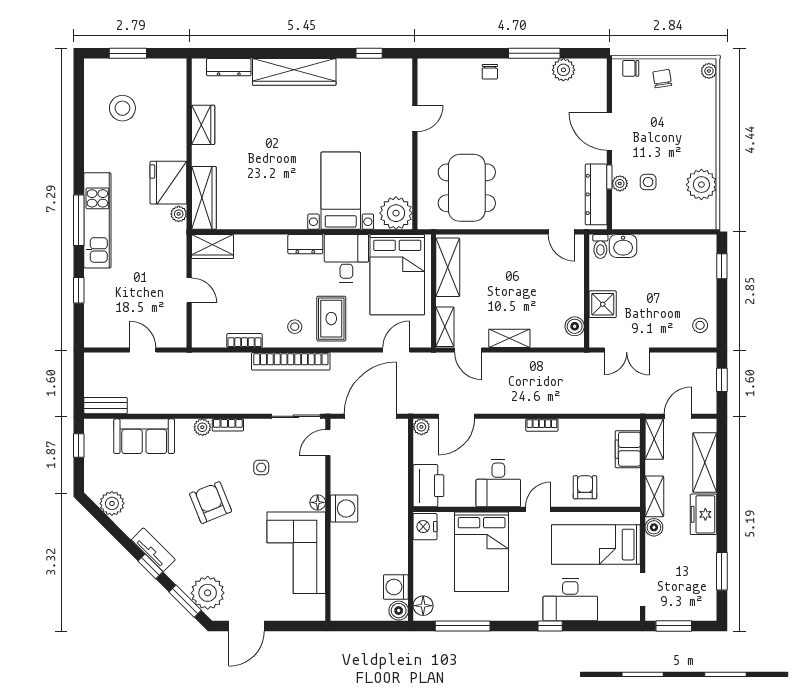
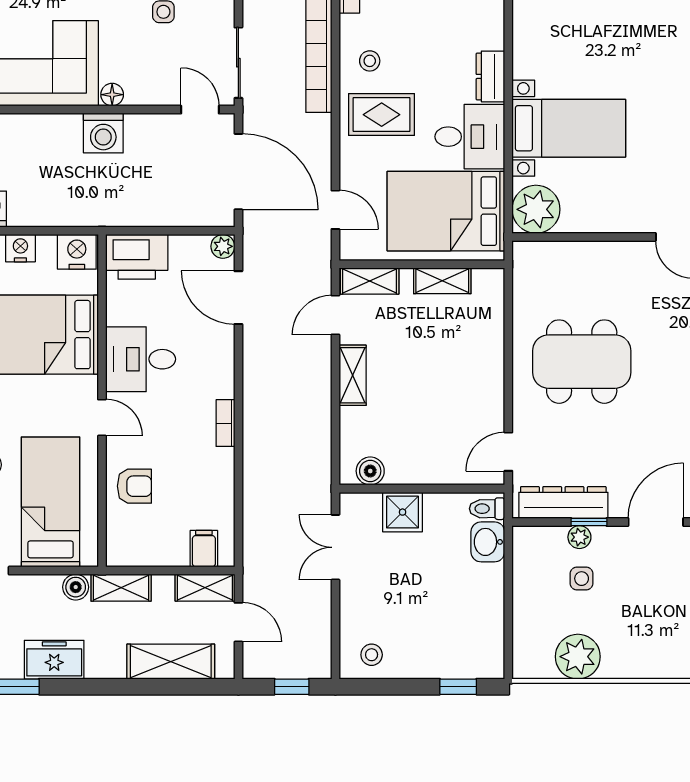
dining table: (467, 188) -> (582, 362), moved
shelving: (448, 267) -> (442, 281), width x0.67, depth x0.75
filing cabinet: (628, 449) -> (204, 549), width x0.50
freezer: (703, 514) -> (54, 660), moved
nightstand: (423, 565) -> (20, 248), added

